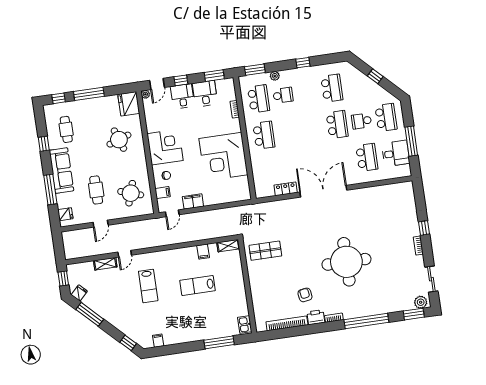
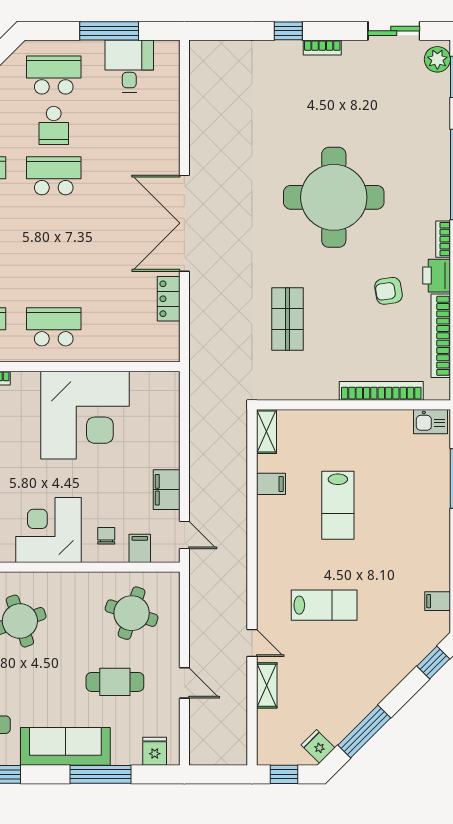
school desk: (367, 157) -> (129, 125), removed
shop shelf: (265, 251) -> (288, 319), moved
bookcase: (256, 298) -> (381, 391), added

